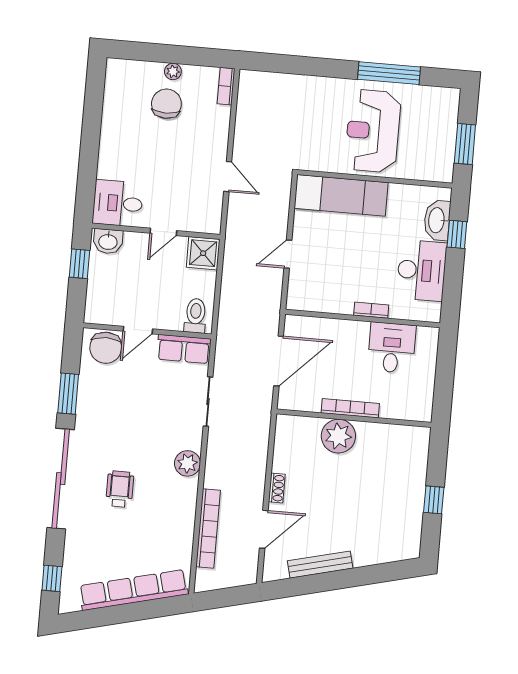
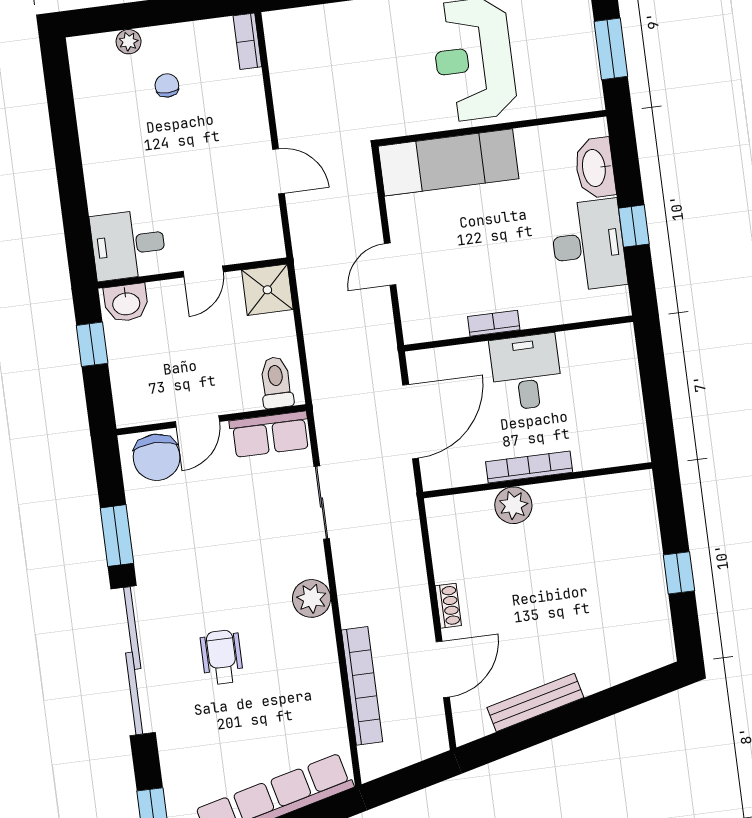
plant: (173, 71) -> (129, 42), moved
chair: (166, 104) -> (167, 85), width x0.54, depth x0.54
window: (457, 234) -> (634, 226), moved
bookcase: (371, 310) -> (494, 323), moved
desk: (392, 348) -> (526, 372), moved
plant: (338, 436) -> (513, 505), width x0.73, depth x0.73

